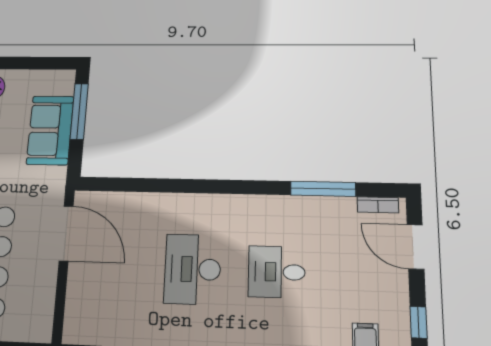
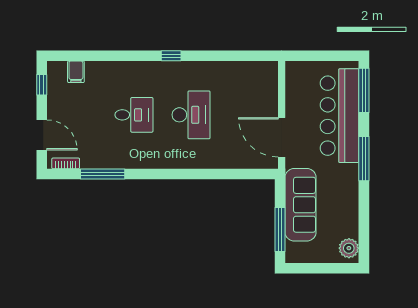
sofa: (50, 130) -> (301, 205), width x1.36

